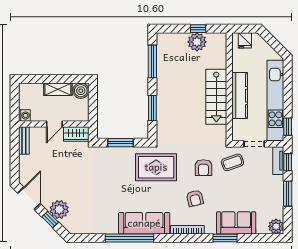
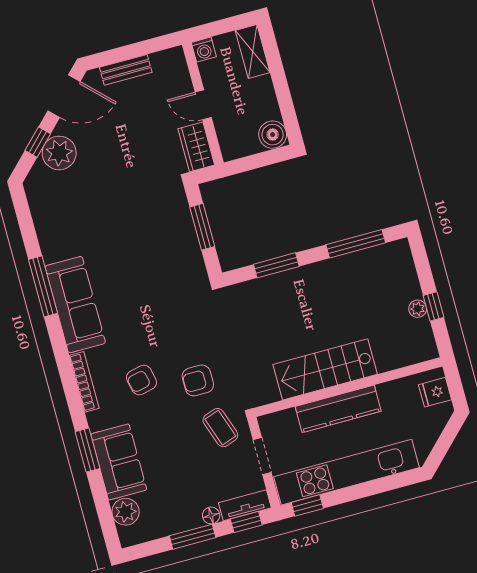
plant: (197, 42) -> (418, 309), width x0.53, depth x0.53
shelving: (58, 89) -> (253, 52), moved
bench: (24, 141) -> (126, 70), moved
rug: (156, 167) -> (176, 299), removed
floor lamp: (279, 180) -> (211, 515), added
plant: (276, 226) -> (126, 512), moved
window: (129, 238) -> (43, 286), width x0.68

